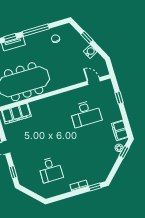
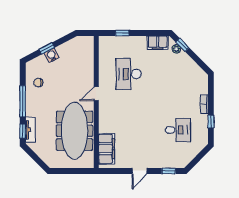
water cooler: (90, 52) -> (52, 55), moved
door: (94, 81) -> (96, 94), moved
desk: (86, 114) -> (129, 74), turned 180
window: (95, 187) -> (211, 122), moved

